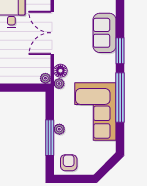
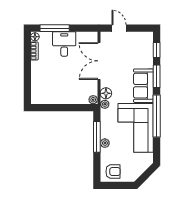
window: (120, 20) -> (157, 50), added
sofa: (105, 33) -> (143, 86), moved
window: (50, 138) -> (97, 137), moved
armchair: (69, 163) -> (113, 172), turned 90

